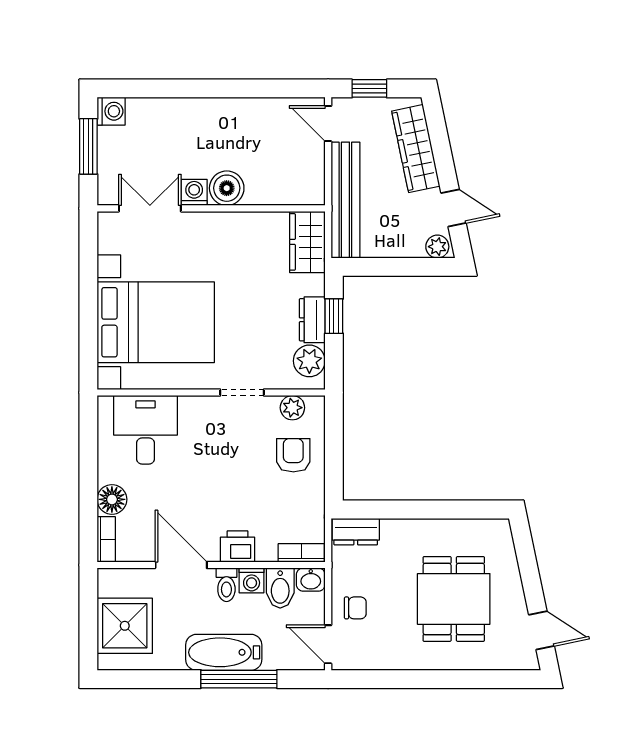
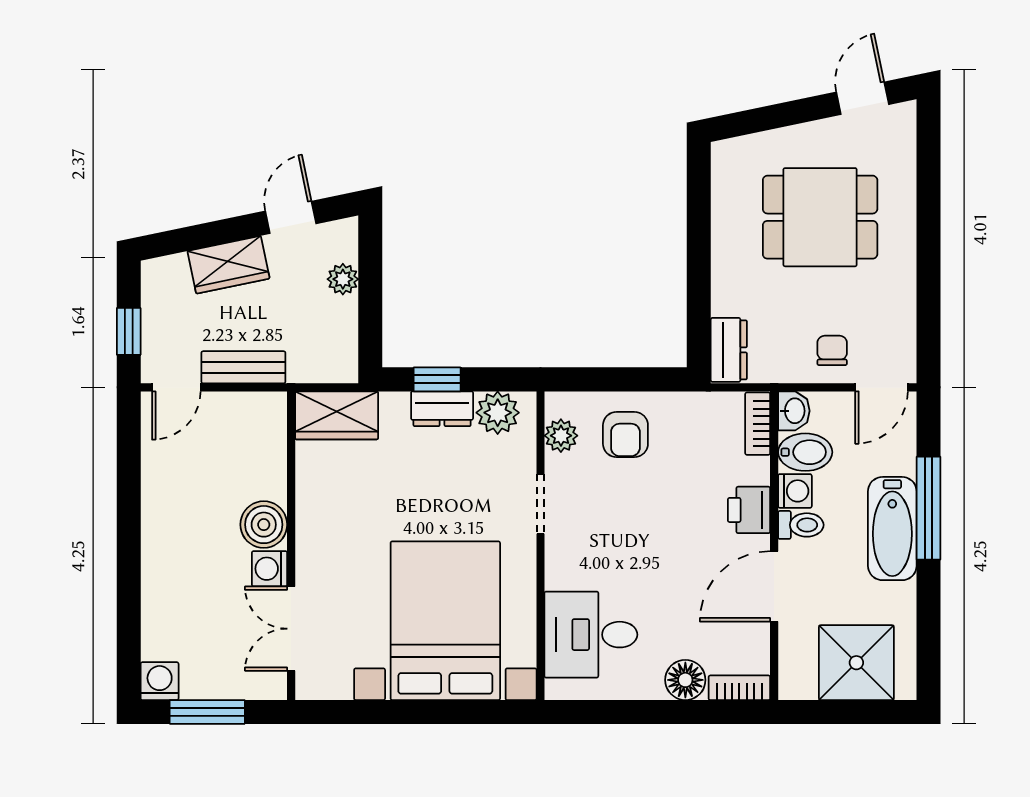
wardrobe: (416, 149) -> (229, 265), width x0.67
bench: (345, 200) -> (243, 367), width x0.54, depth x0.82
plant: (437, 247) -> (343, 279), moved
armchair: (293, 455) -> (625, 434), turned -90

